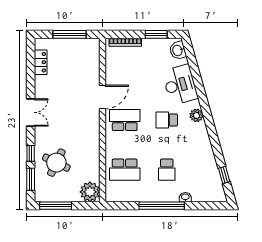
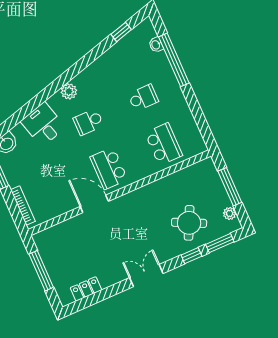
desk: (180, 85) -> (43, 124), width x0.73
school desk: (167, 120) -> (88, 122), turned 90
plant: (90, 192) -> (230, 213), moved, width x0.53, depth x0.53
washbasin: (185, 197) -> (156, 45), moved
window: (56, 206) -> (230, 187), moved
window: (162, 206) -> (174, 60), moved

